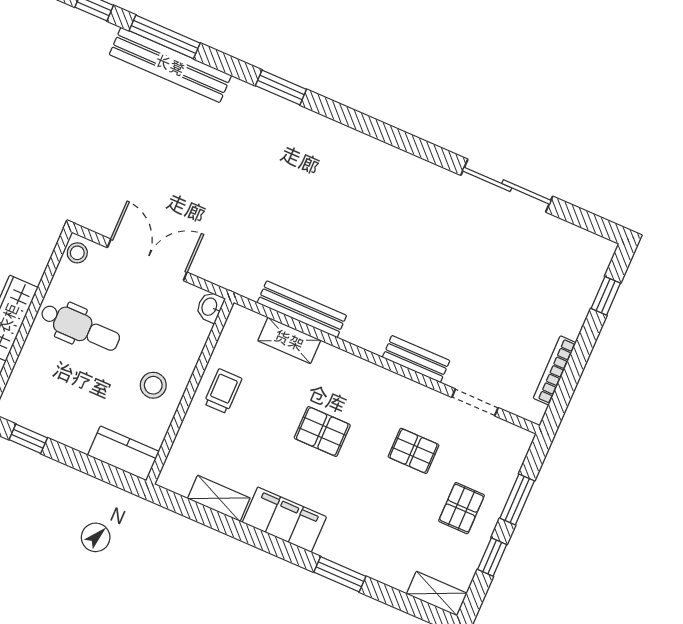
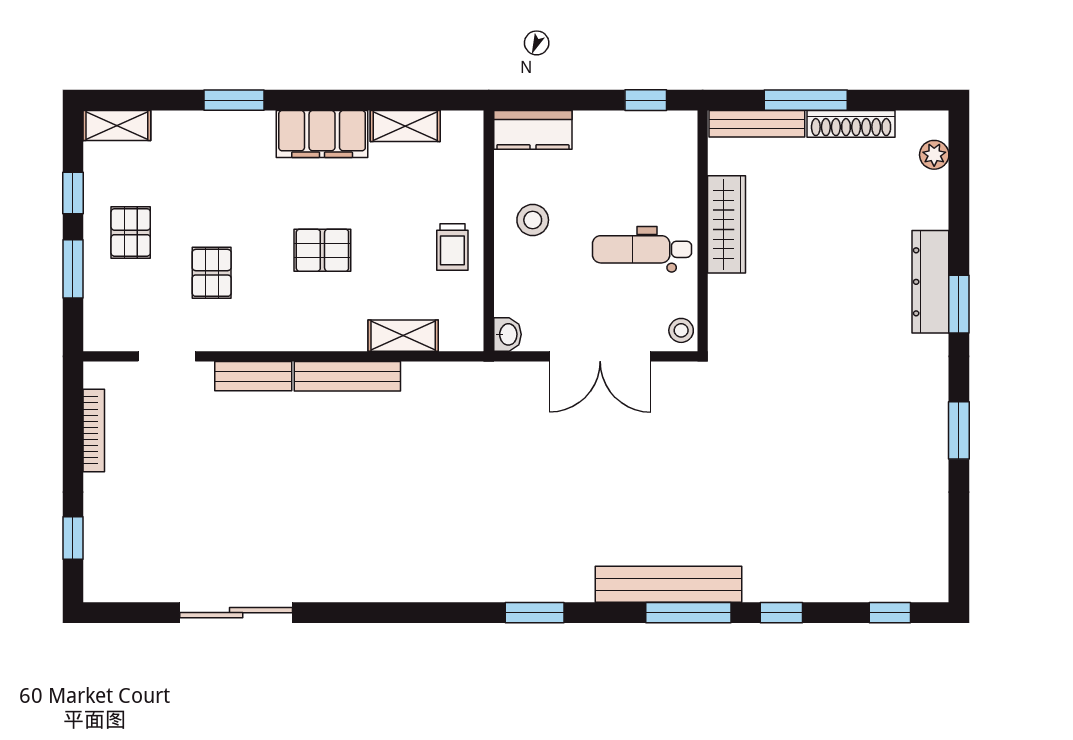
bench: (302, 309) -> (347, 376), moved
pallet: (414, 451) -> (212, 273), turned 90

